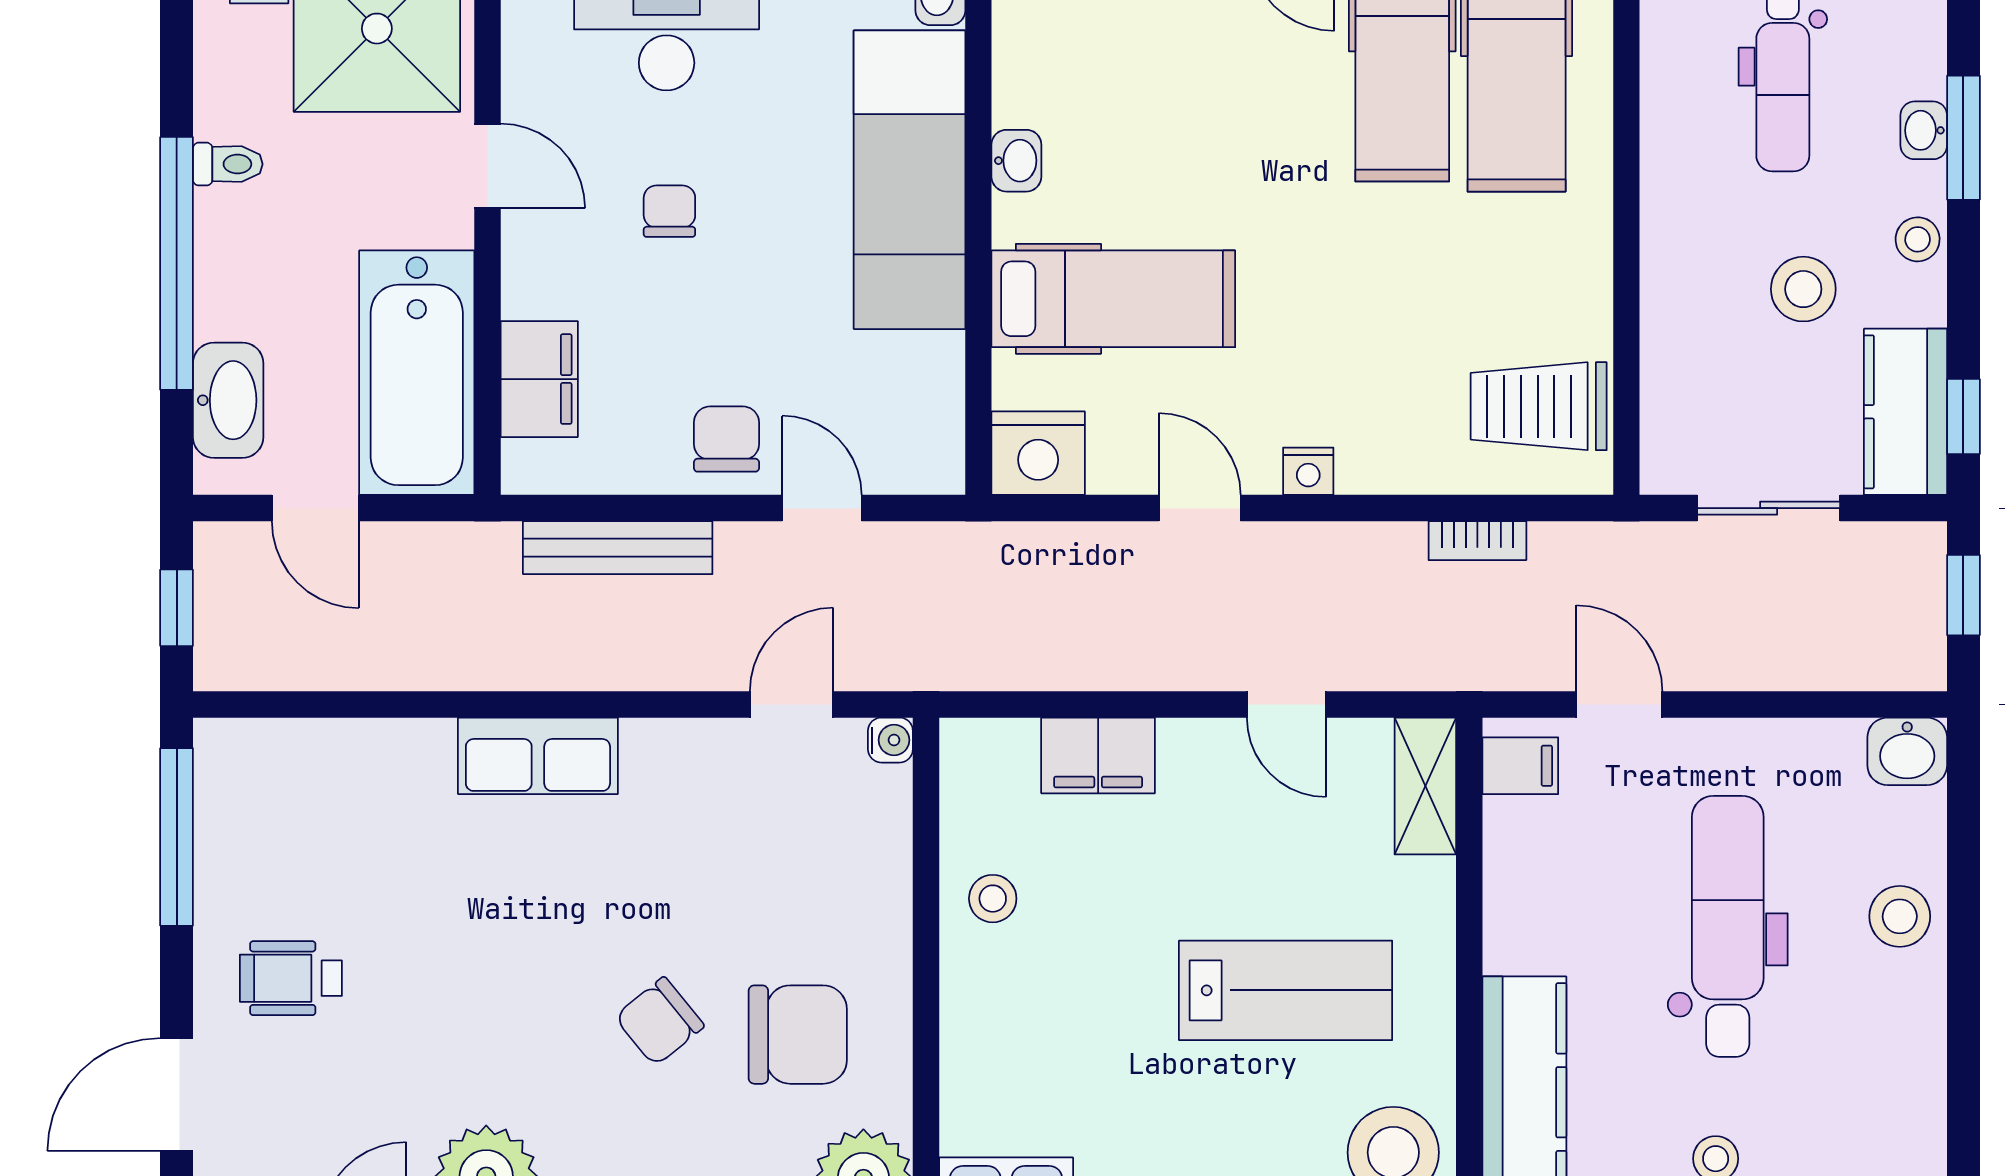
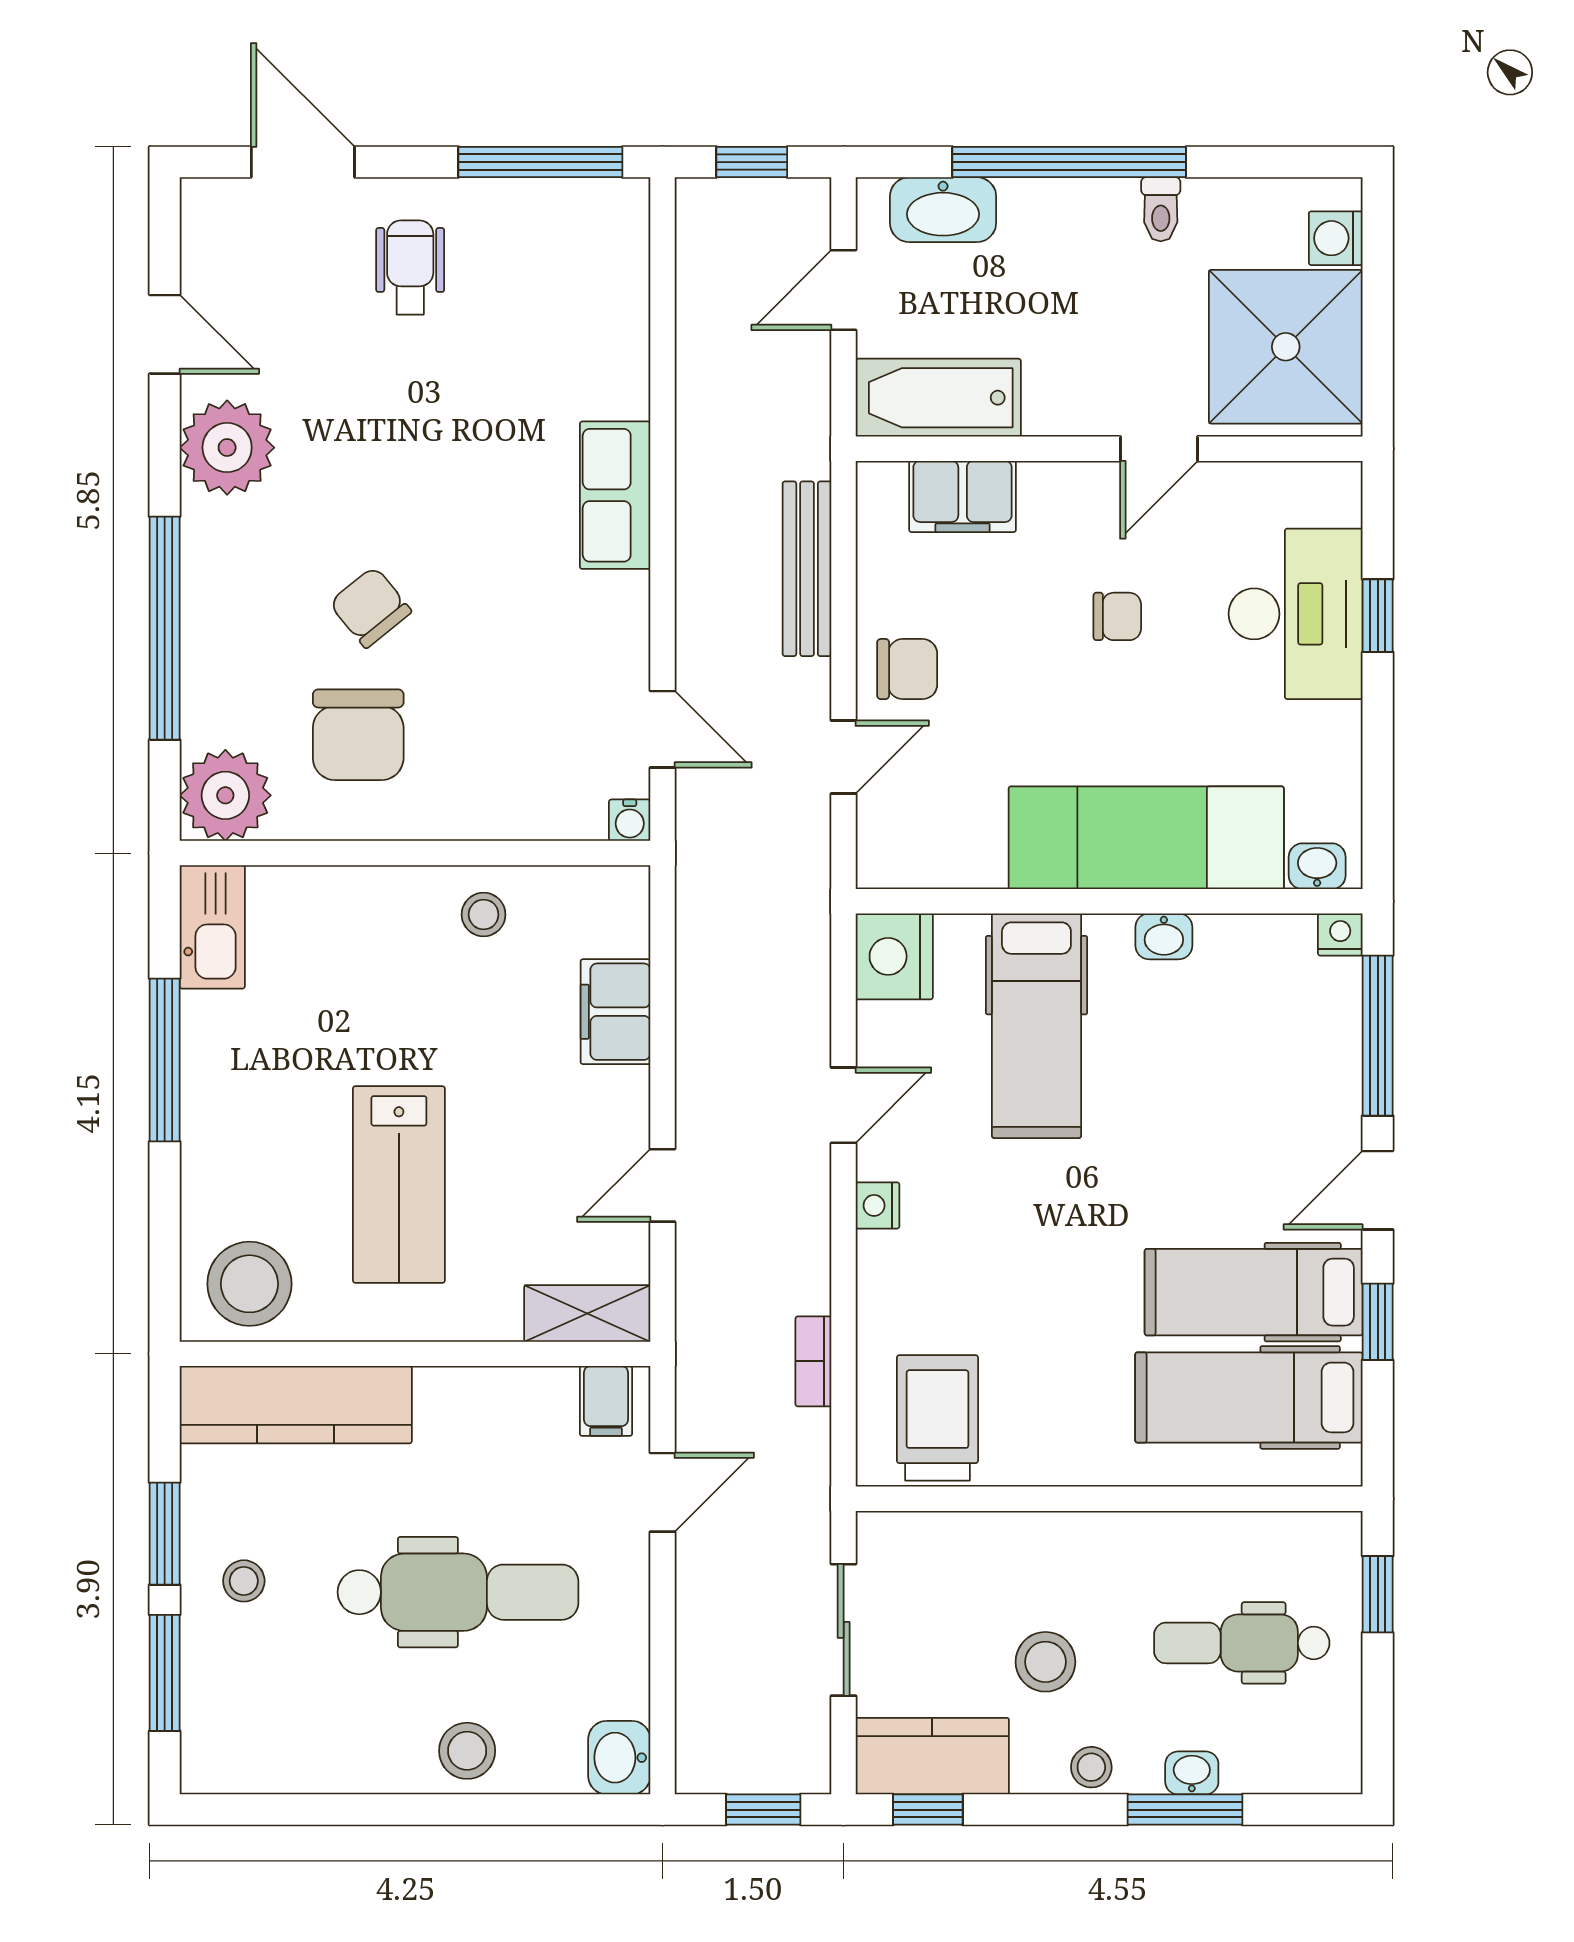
bathtub: (417, 373) -> (938, 398), width x0.73, depth x0.73

